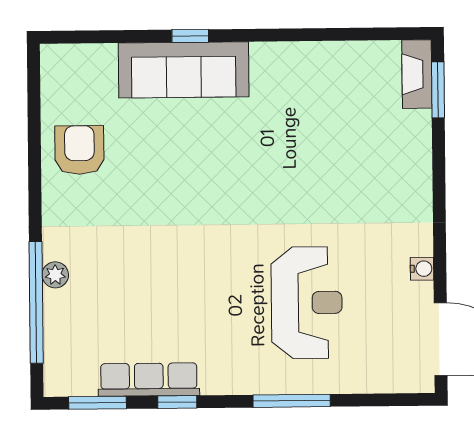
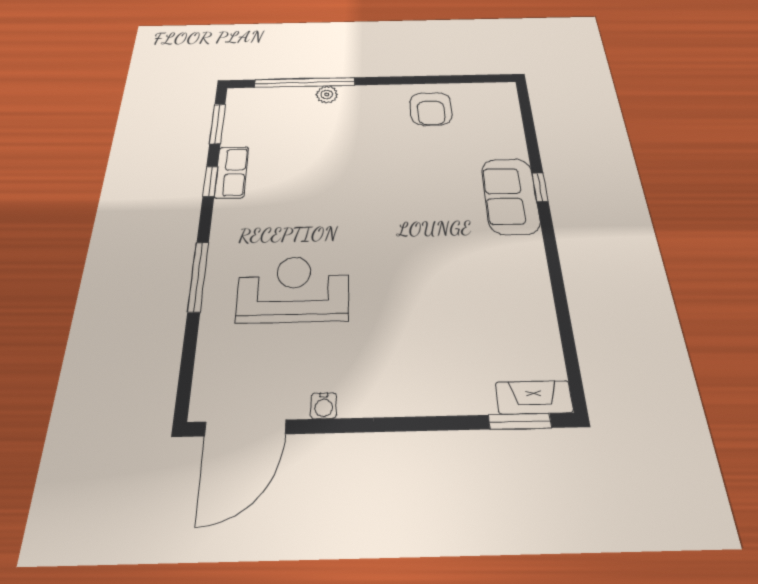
sofa: (184, 70) -> (510, 196), width x0.73
armchair: (79, 150) -> (431, 109), turned 90
reception desk: (307, 303) -> (293, 289), turned 180
row of seats: (149, 380) -> (232, 172), width x0.68

